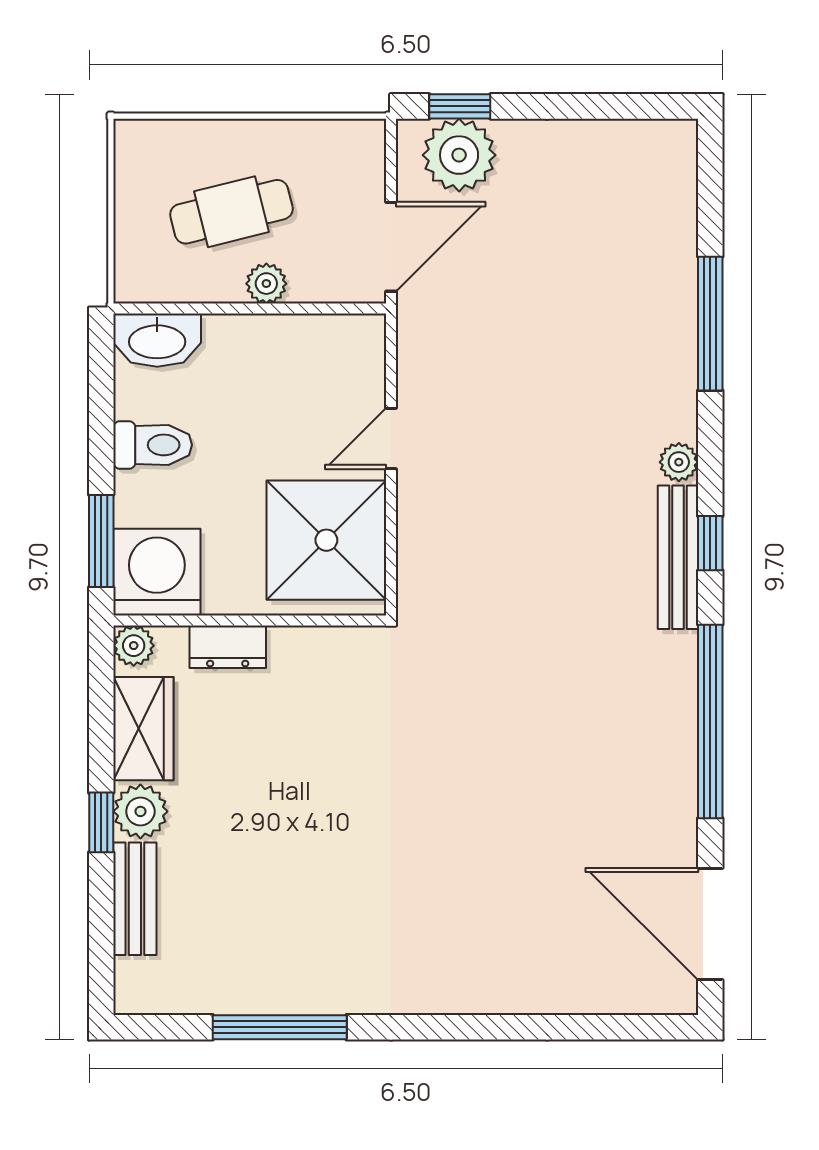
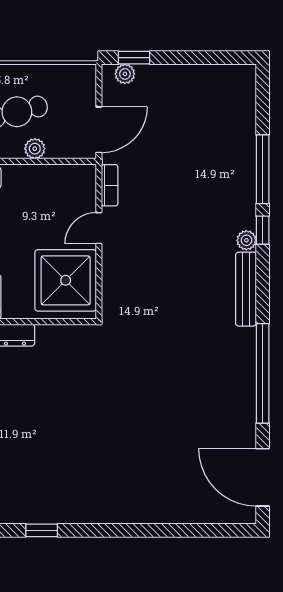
plant: (459, 155) -> (125, 74), width x0.53, depth x0.53
bookcase: (412, 355) -> (110, 185), added
window: (710, 543) -> (263, 230), moved
window: (280, 1027) -> (42, 530), width x0.46

